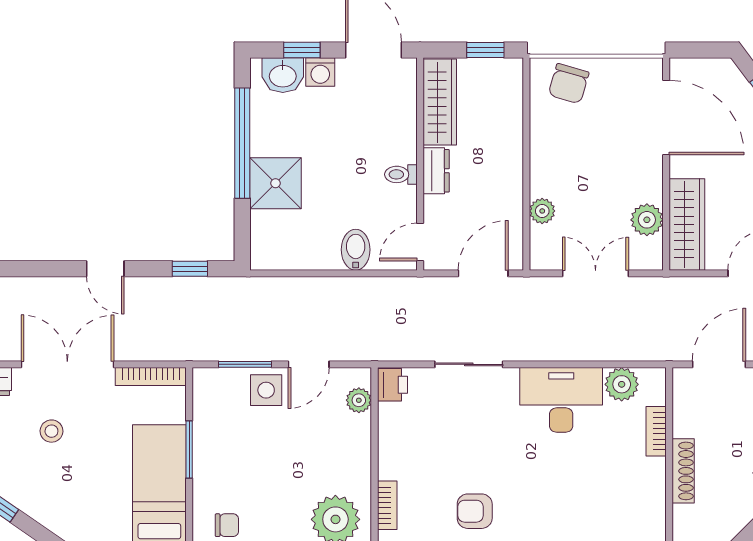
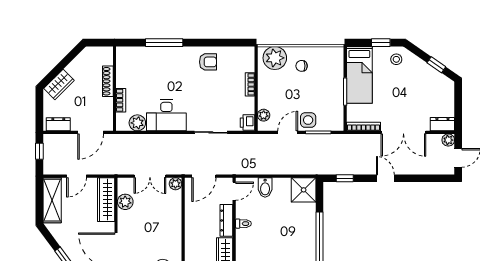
dresser: (436, 171) -> (226, 220), width x1.44
shower: (276, 183) -> (304, 190), moved
plant: (542, 211) -> (175, 184), moved
stool: (51, 431) -> (396, 59), moved
bookcase: (387, 505) -> (250, 84), moved
chair: (227, 525) -> (302, 66), moved

